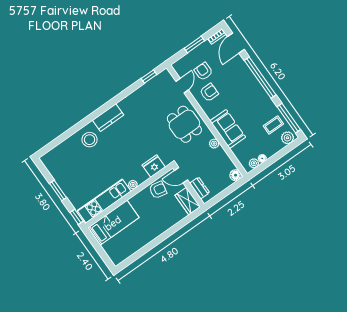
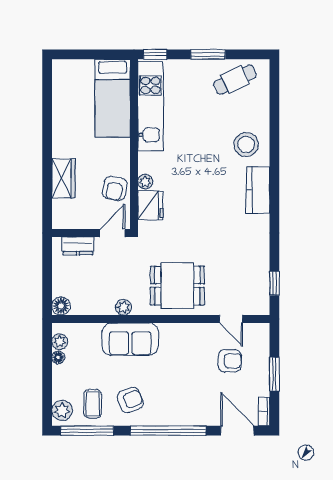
armchair: (209, 92) -> (130, 400), moved, turned -111
cafe table: (61, 168) -> (235, 79), added
plant: (133, 185) -> (145, 182), moved
wardrobe: (188, 201) -> (63, 178), moved, turned 90

